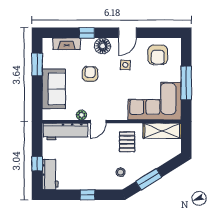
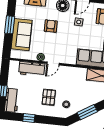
window: (37, 65) -> (10, 25), moved
workbench: (66, 131) -> (32, 69), width x0.73
pallet: (127, 142) -> (49, 97), moved
window: (88, 195) -> (29, 118), moved

